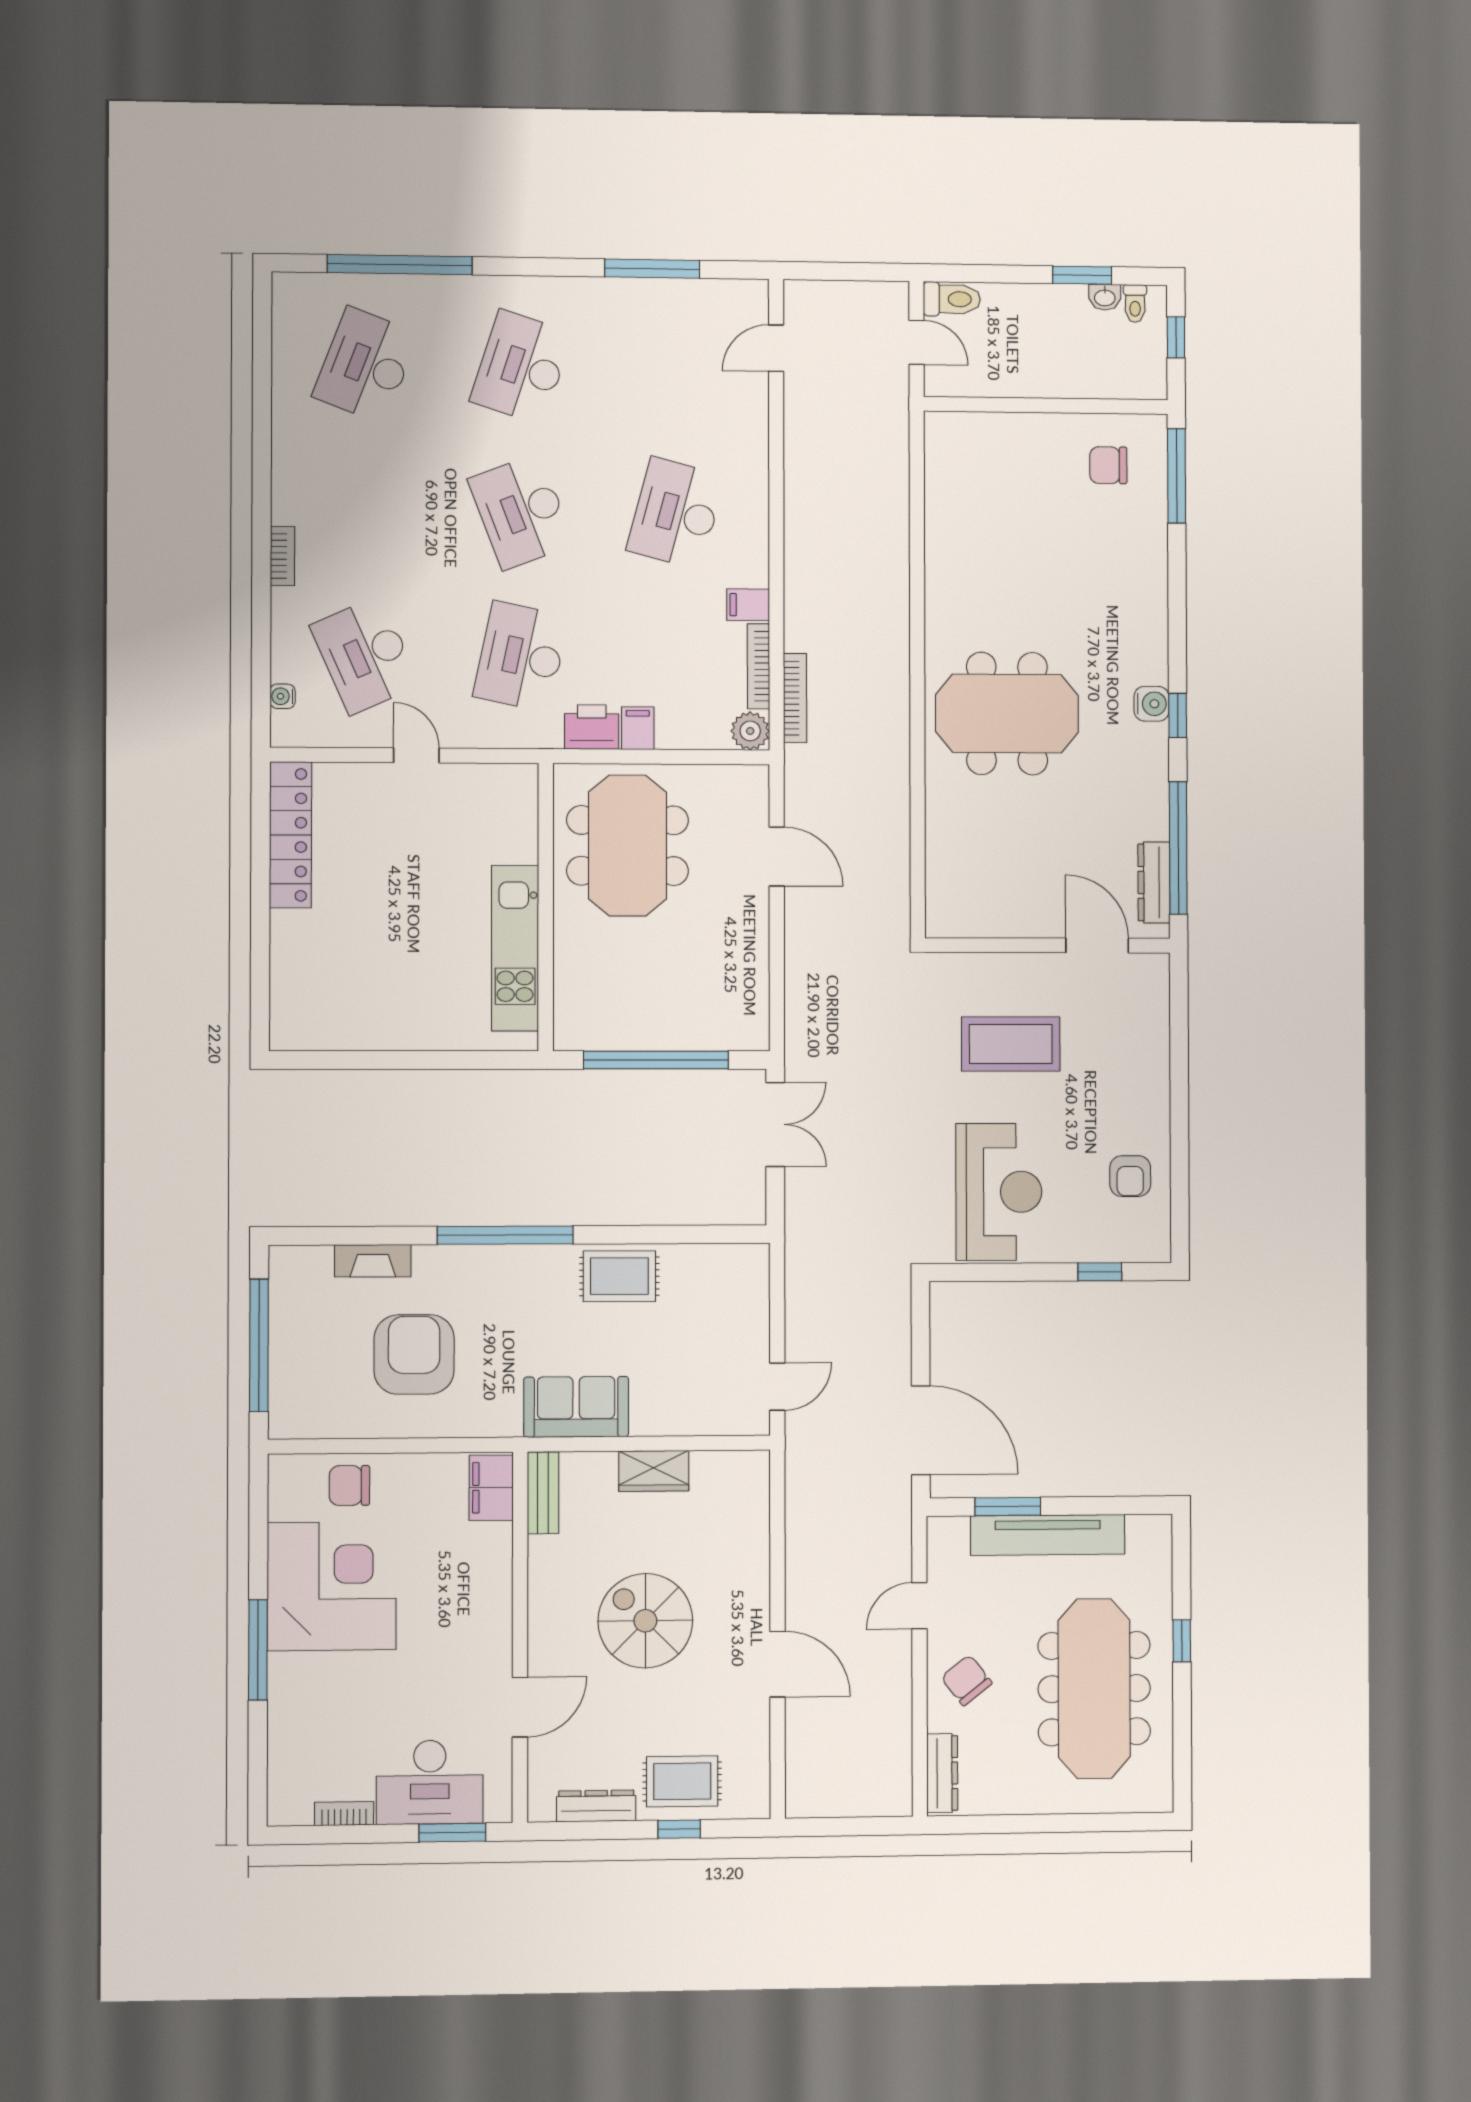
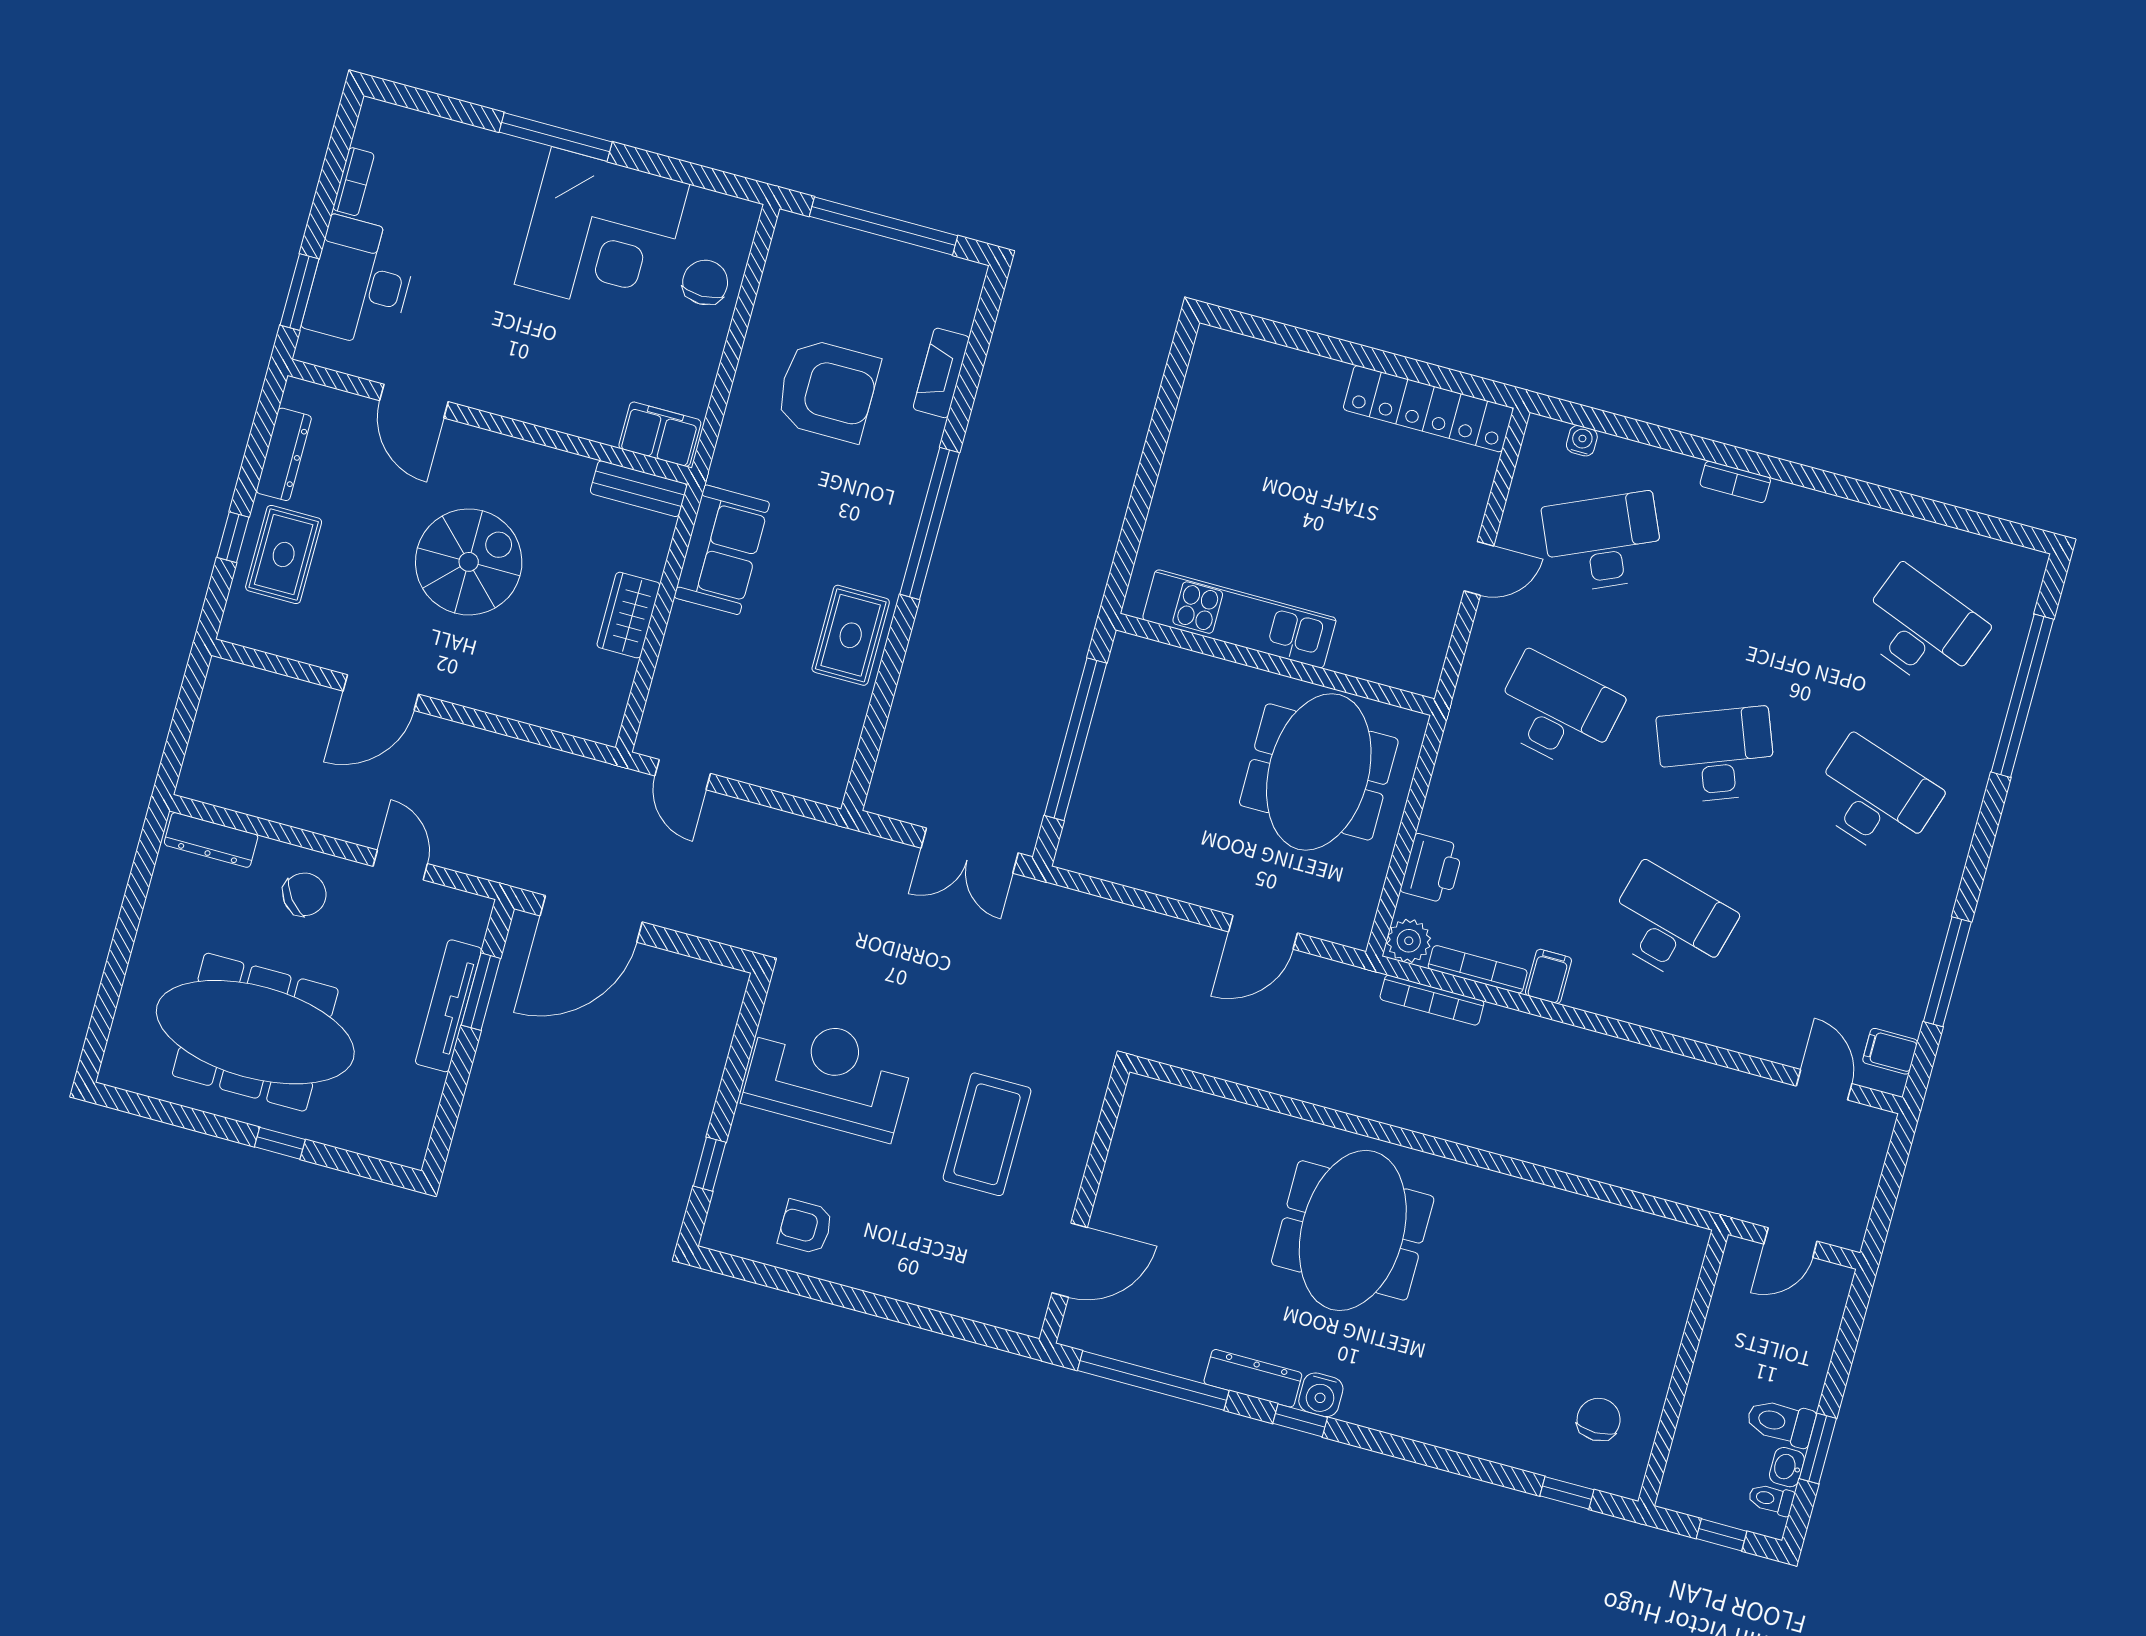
toilet: (952, 299) -> (1781, 1422), moved, turned 90
window: (1177, 476) -> (1567, 1493), width x0.46
printer: (592, 727) -> (1432, 869), moved
filing cabinet: (638, 728) -> (1890, 1051), moved, turned 180
meeting table: (628, 845) -> (1319, 772), turned 90
dresser: (1154, 882) -> (1253, 1378), moved
reception desk: (999, 1192) -> (828, 1076), turned 180
tv unit: (1048, 1535) -> (448, 1006), width x0.73, depth x0.78

